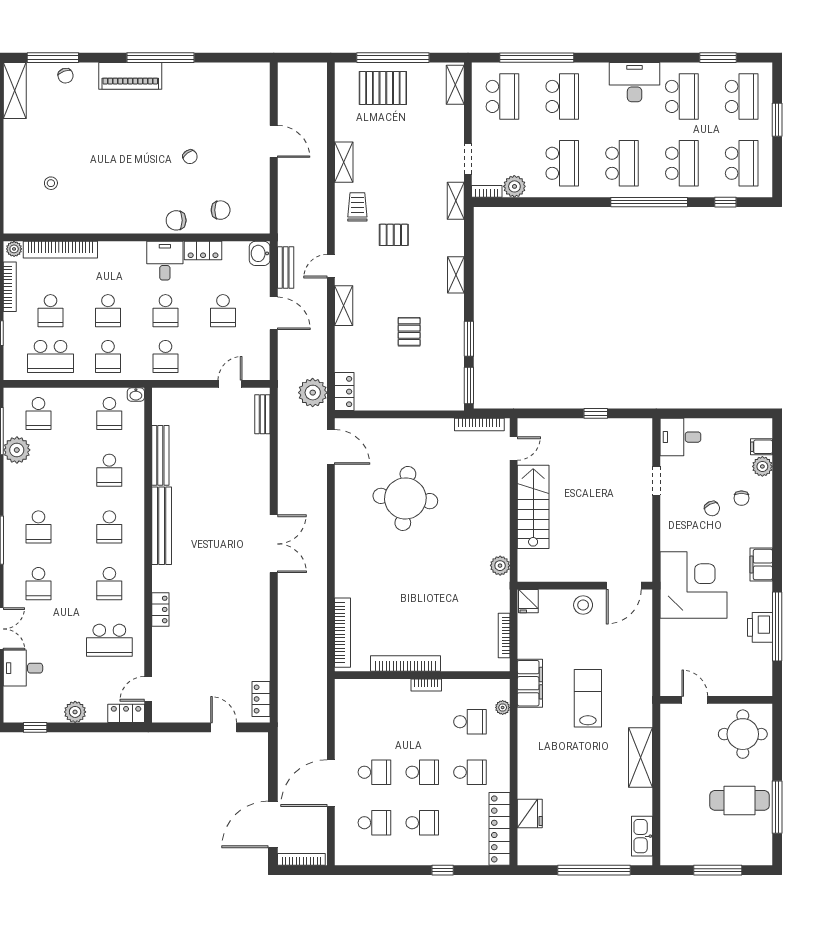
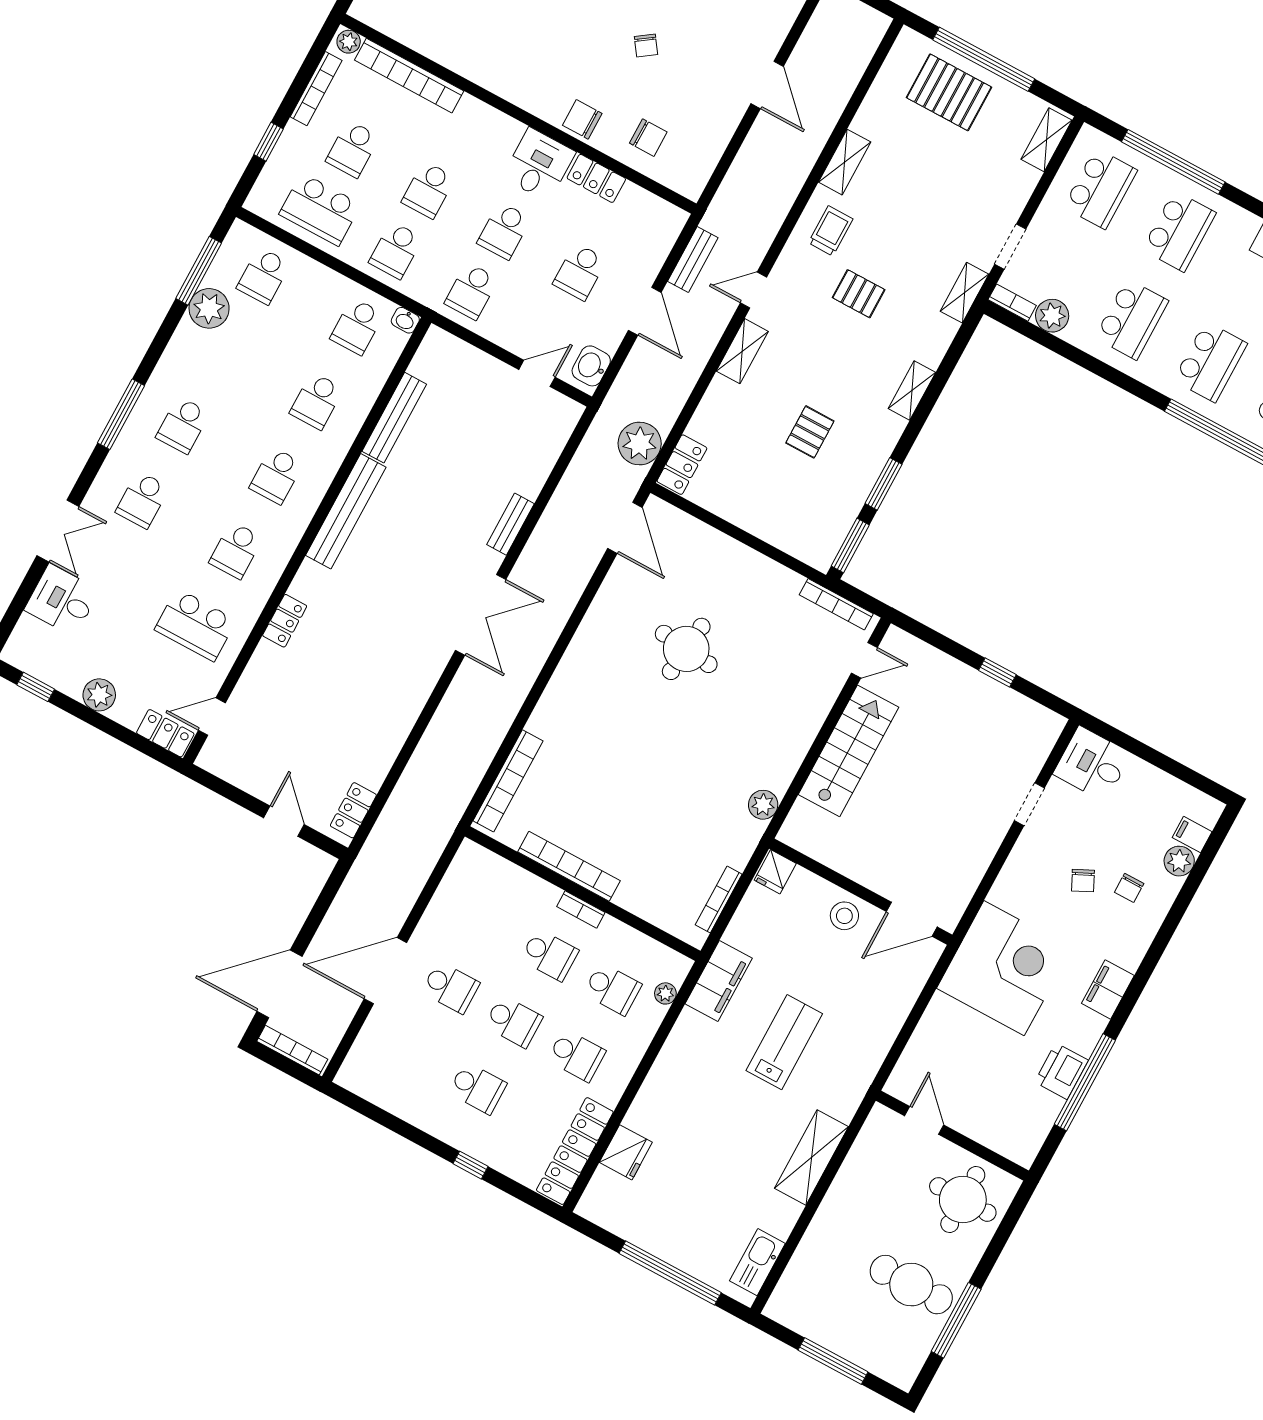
washbasin: (260, 253) -> (591, 366), moved
bench: (262, 414) -> (511, 524), moved
round table: (405, 498) -> (686, 649), width x0.73, depth x0.73
school desk: (374, 823) -> (549, 955), moved

